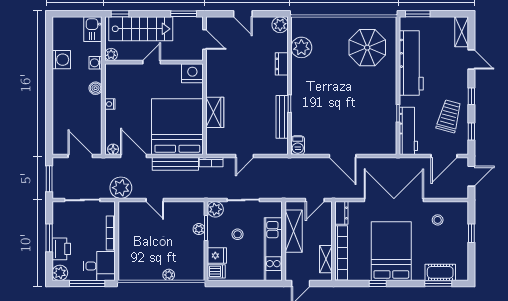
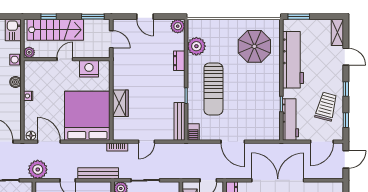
window: (120, 14) -> (49, 17), moved
nightstand: (192, 73) -> (89, 69), moved
sun lounger: (321, 96) -> (213, 89), added
bench: (282, 117) -> (179, 121), moved
bench: (175, 164) -> (98, 173), moved

